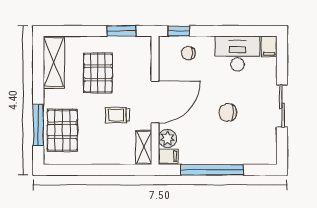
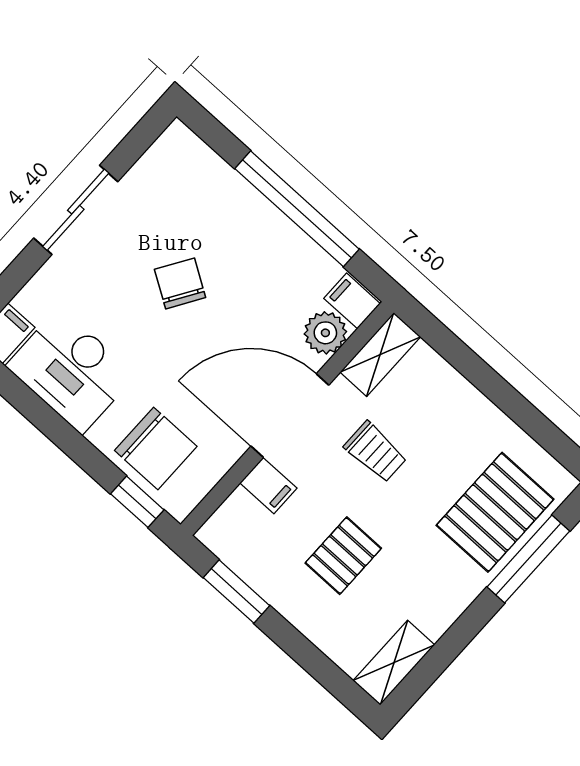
chair: (188, 53) -> (156, 448), width x1.87, depth x1.87
shelving: (54, 62) -> (394, 663), width x0.67, depth x0.75
pallet: (98, 73) -> (343, 556), width x0.67, depth x0.71
filing cabinet: (142, 74) -> (268, 486), added
chair: (228, 112) -> (180, 283), turned -148

